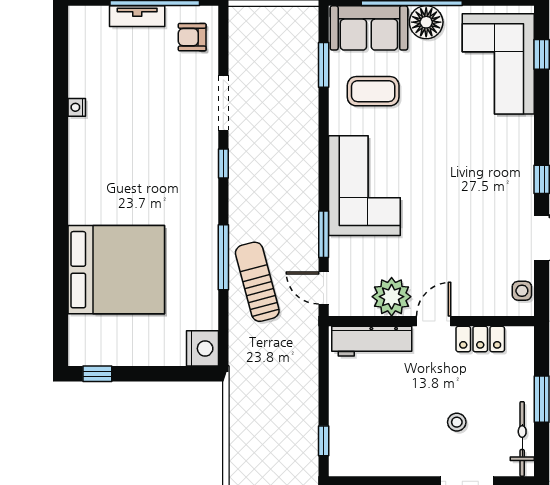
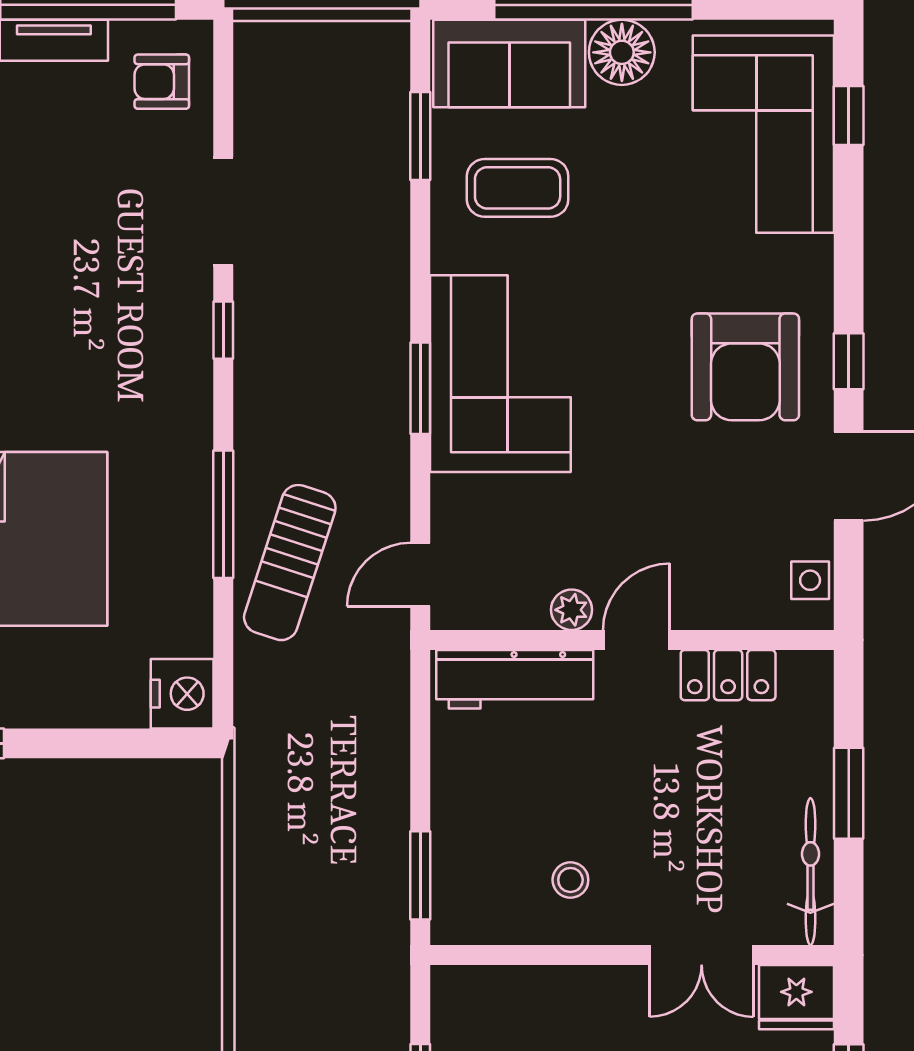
armchair: (489, 182) -> (745, 367), added
window: (324, 234) -> (420, 388), moved
sun lounger: (257, 282) -> (290, 563), turned -147
door: (324, 288) -> (420, 575), hinge flipped
plant: (392, 297) -> (572, 610), width x0.53, depth x0.53
stool: (457, 422) -> (570, 880), moved
window: (324, 441) -> (420, 875), width x1.50

